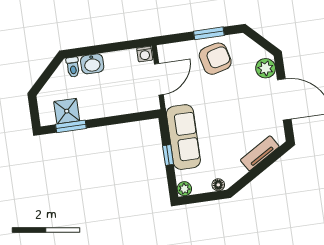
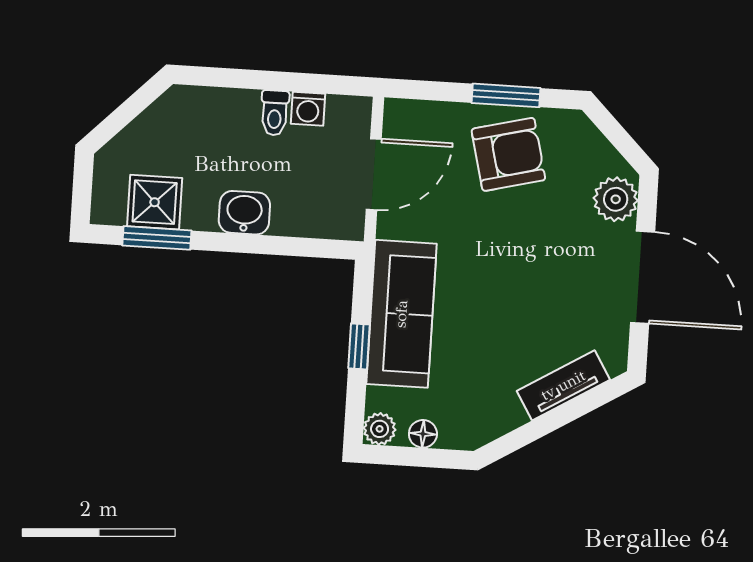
washing machine: (145, 54) -> (308, 109), moved
washbasin: (92, 64) -> (244, 213), moved, turned 180
toilet: (73, 67) -> (275, 113), moved
floor lamp: (218, 185) -> (423, 434), moved

